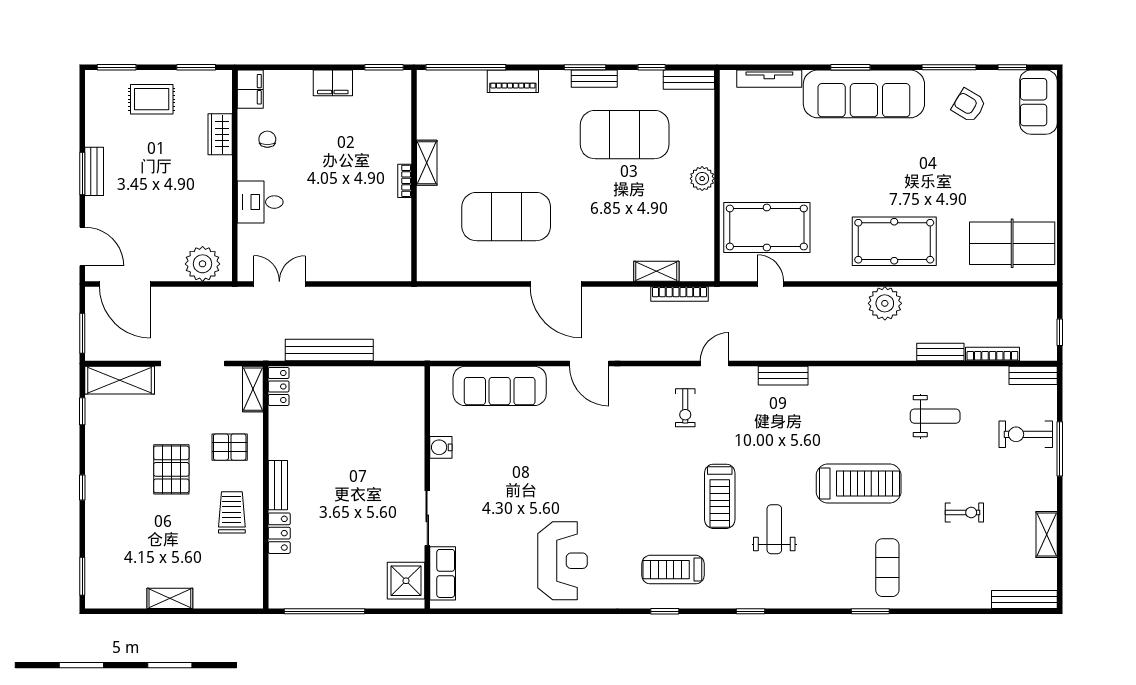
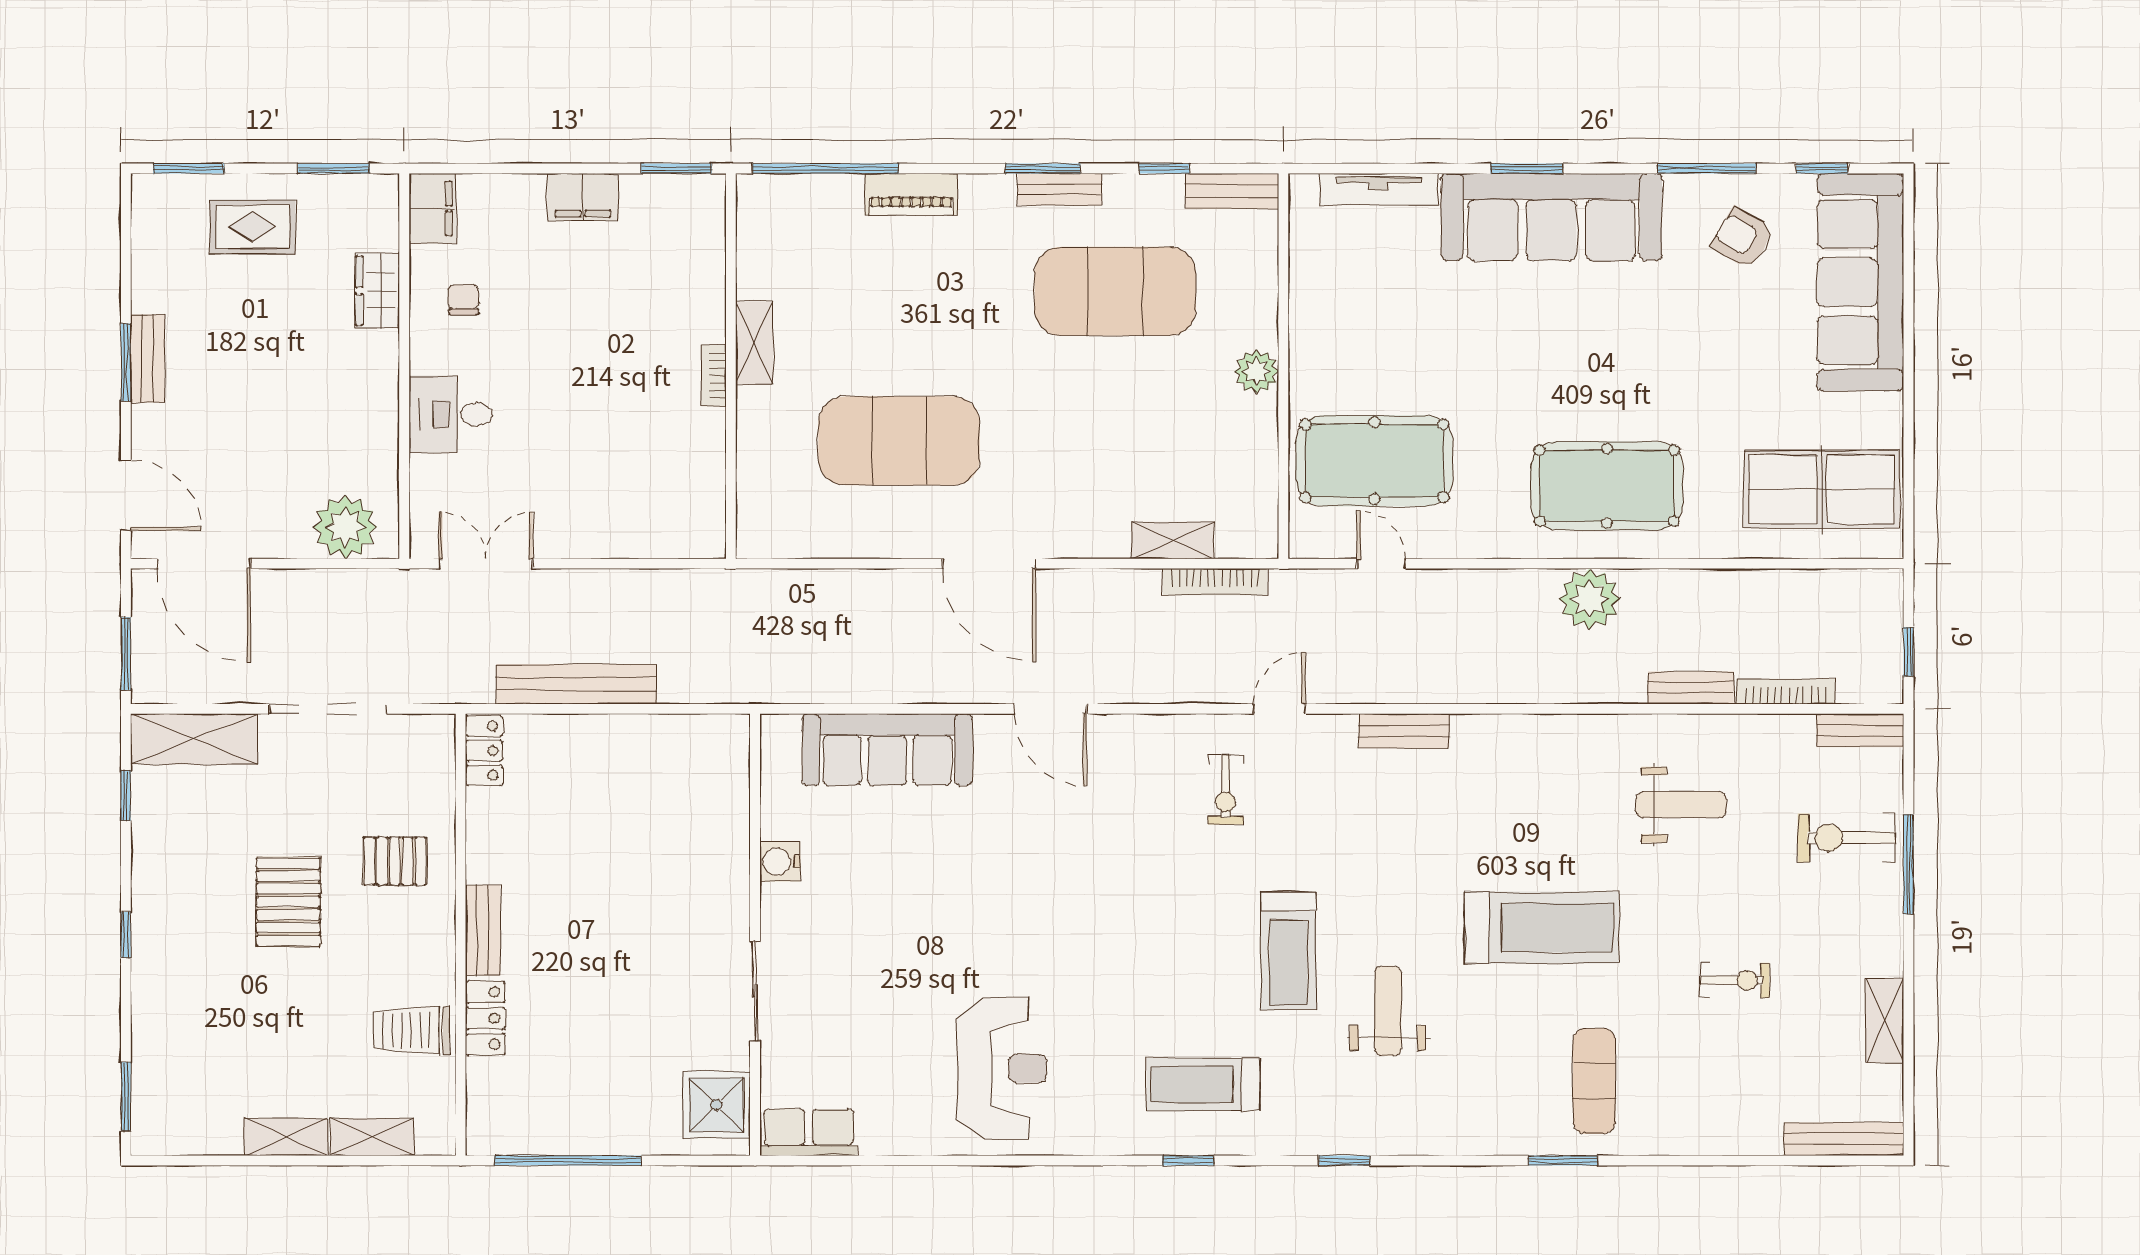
sofa: (1038, 102) -> (1860, 282), width x1.85, depth x1.27
shelving: (253, 389) -> (372, 1137), moved, turned 90
trolley: (232, 512) -> (411, 1030), moved, turned -90
row of seats: (443, 573) -> (809, 1132), moved, turned -90

